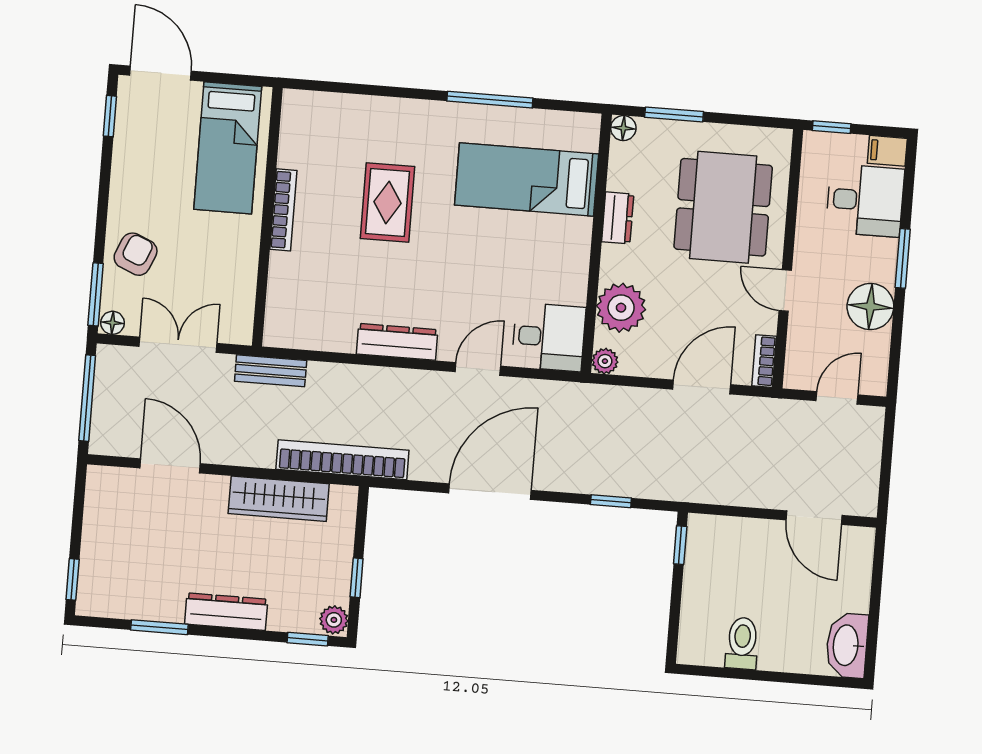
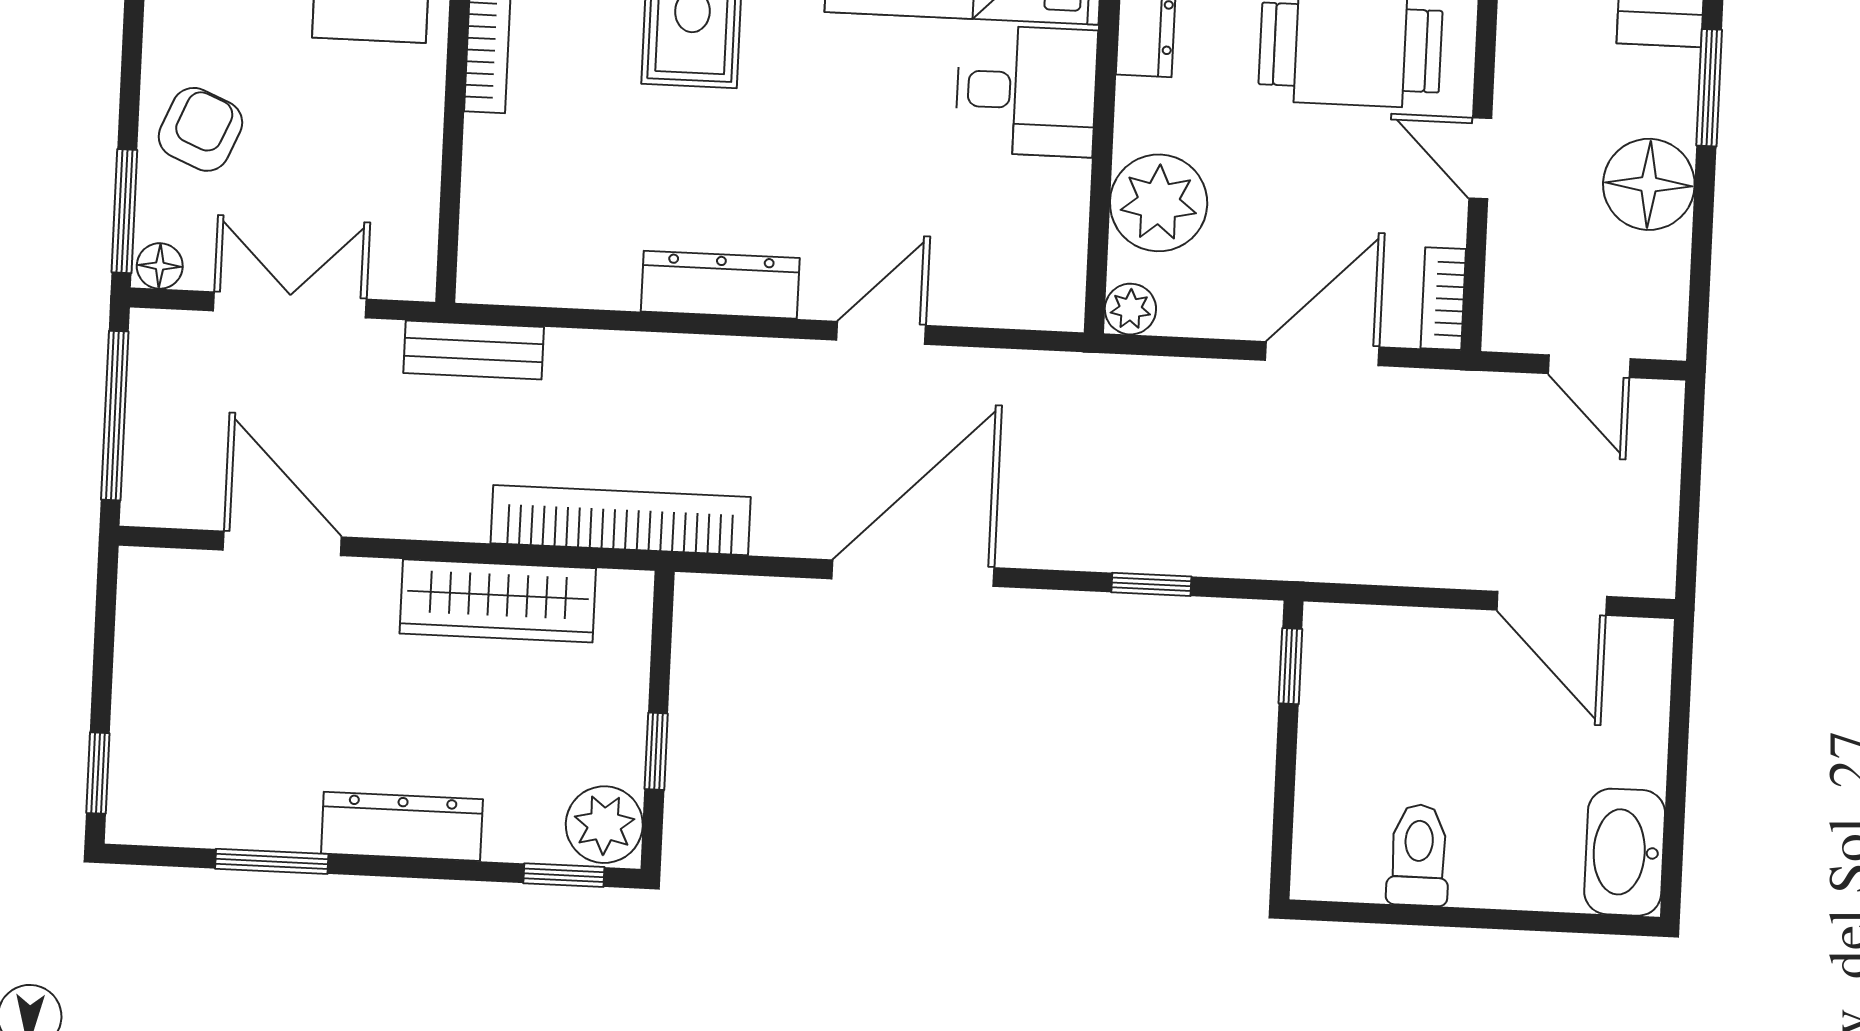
desk: (549, 337) -> (1026, 91), moved
door: (837, 398) -> (1589, 366), swing flipped
plant: (334, 620) -> (604, 825), width x1.38, depth x1.38

